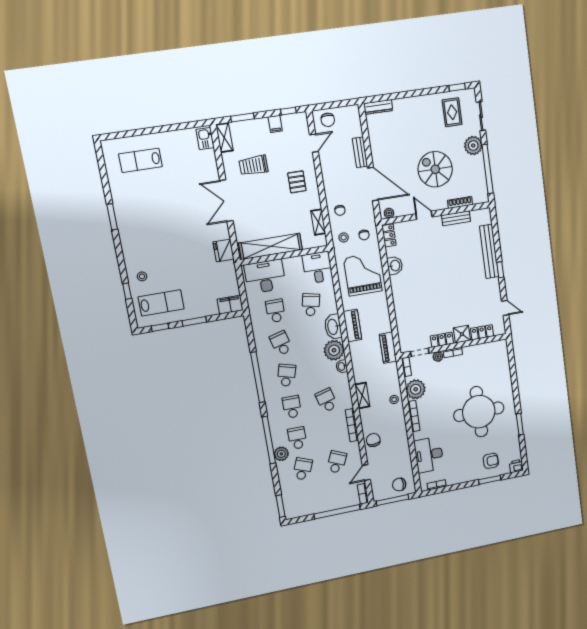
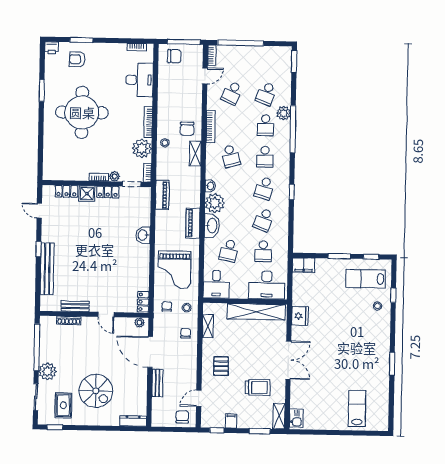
lab bench: (140, 160) -> (357, 408), turned -90
spiral stairs: (435, 169) -> (96, 391), moved
washbasin: (395, 266) -> (143, 235), moved
school desk: (281, 343) -> (264, 220), turned 36
window: (258, 377) -> (292, 192), width x0.32
chair: (373, 440) -> (187, 129), moved

